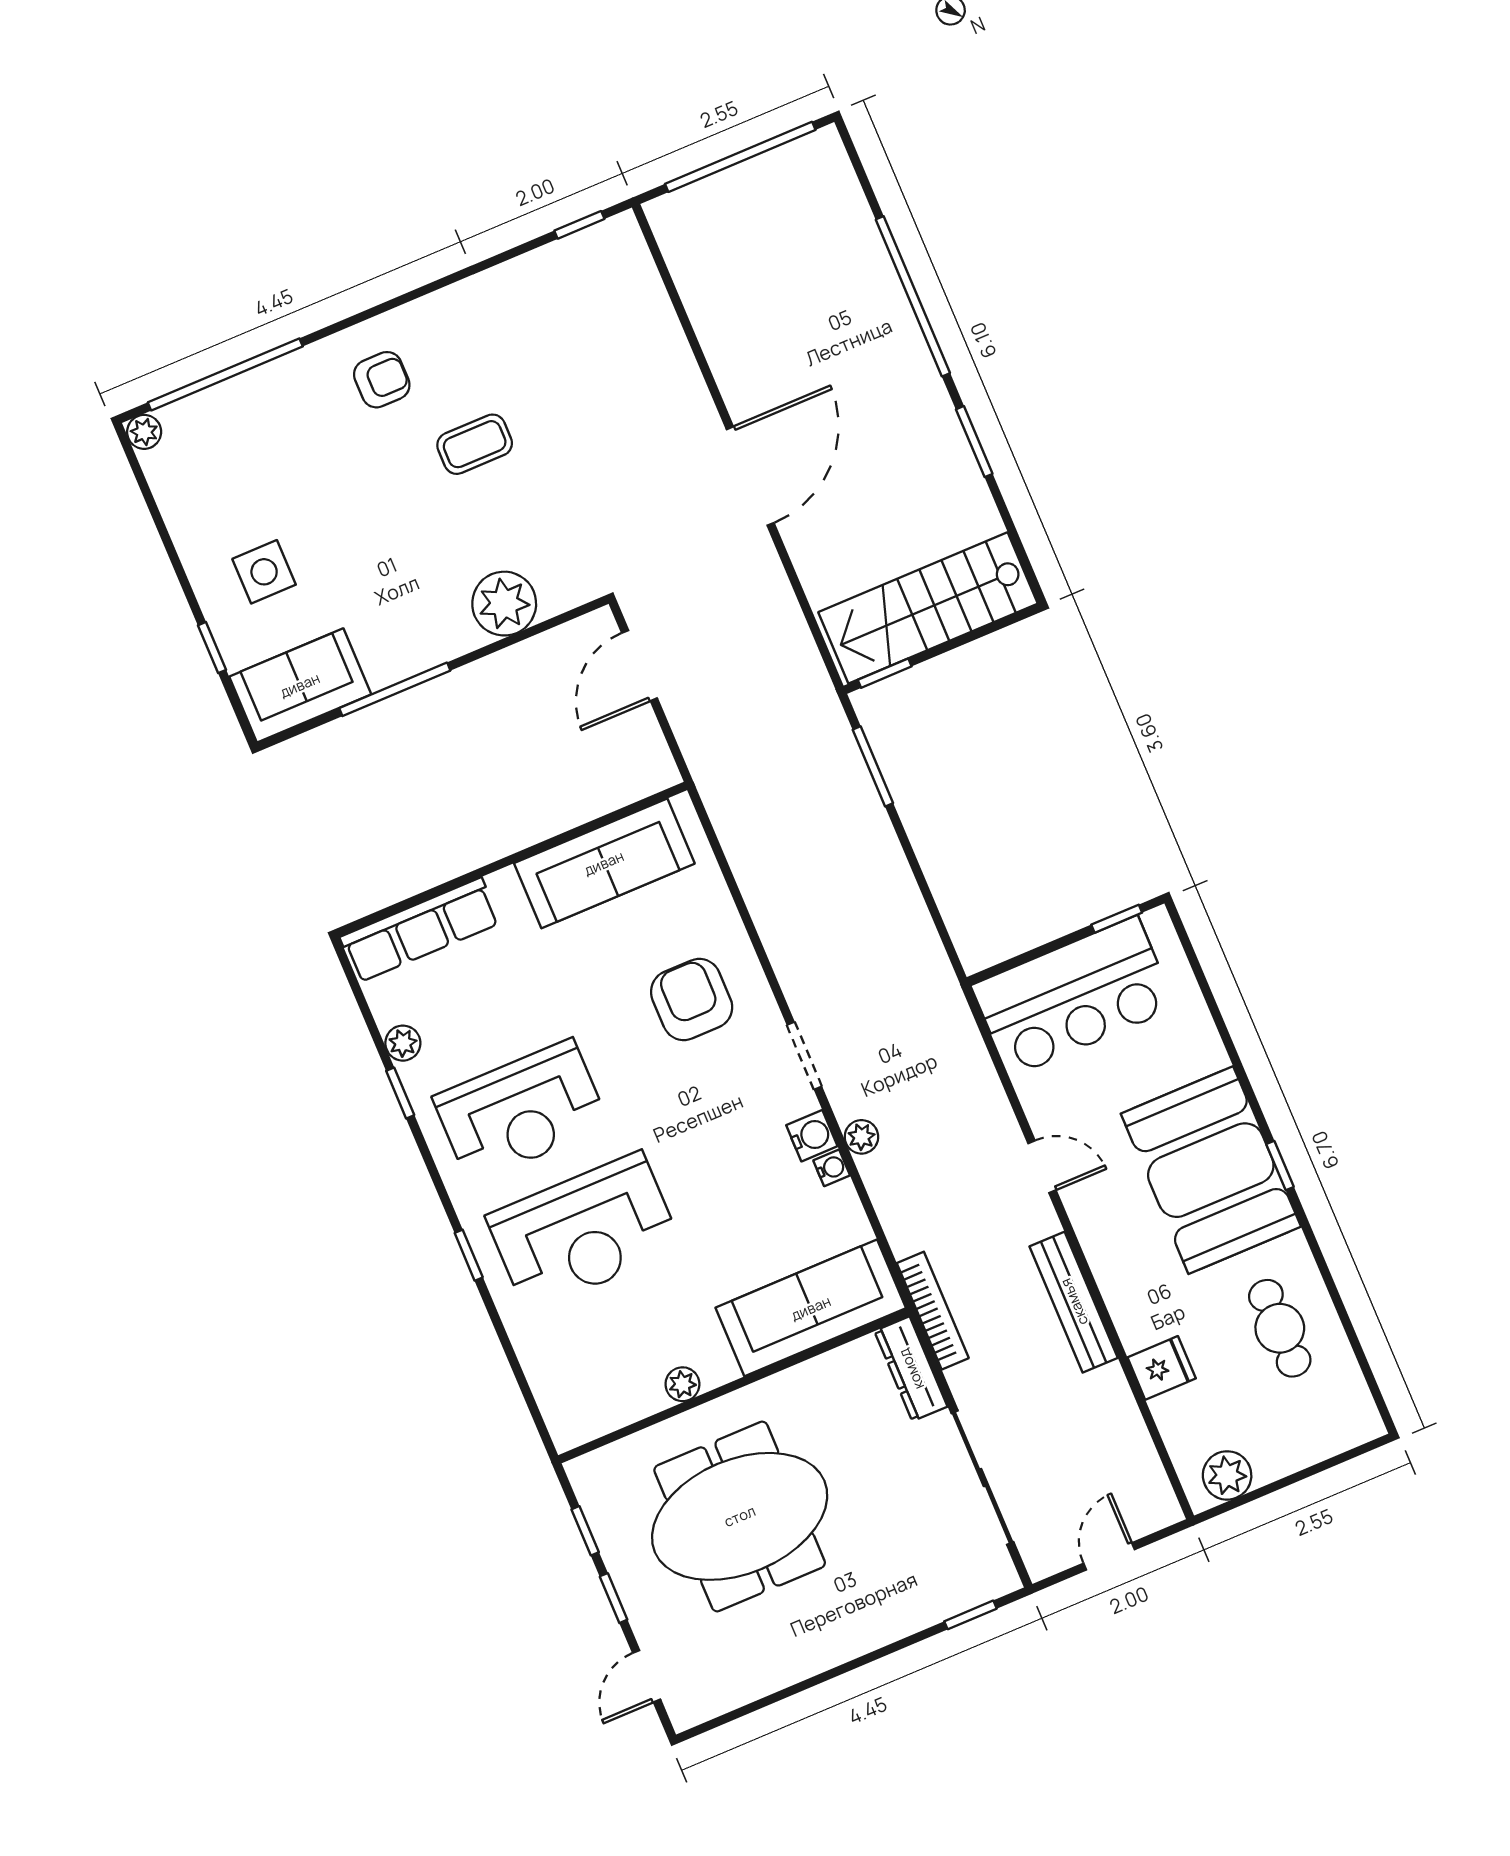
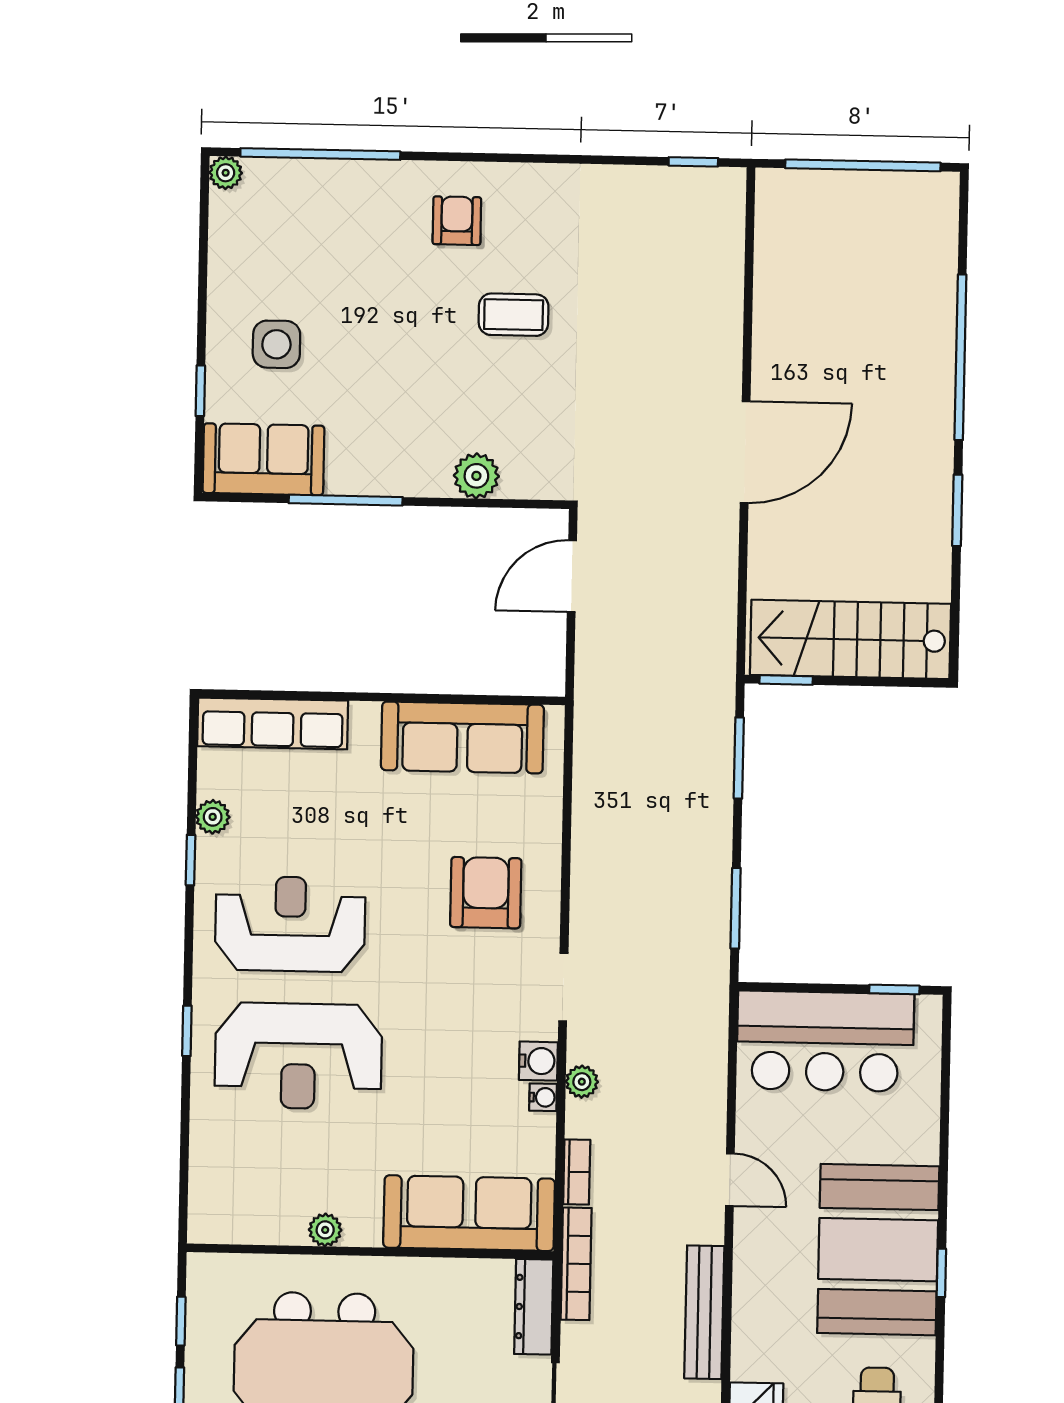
armchair: (382, 380) -> (457, 221), turned -90
plant: (504, 604) -> (476, 476), width x0.73, depth x0.73
window: (933, 909) -> (736, 908), added
reception desk: (521, 1111) -> (290, 924), turned 180
bookcase: (895, 1224) -> (577, 1172), added

